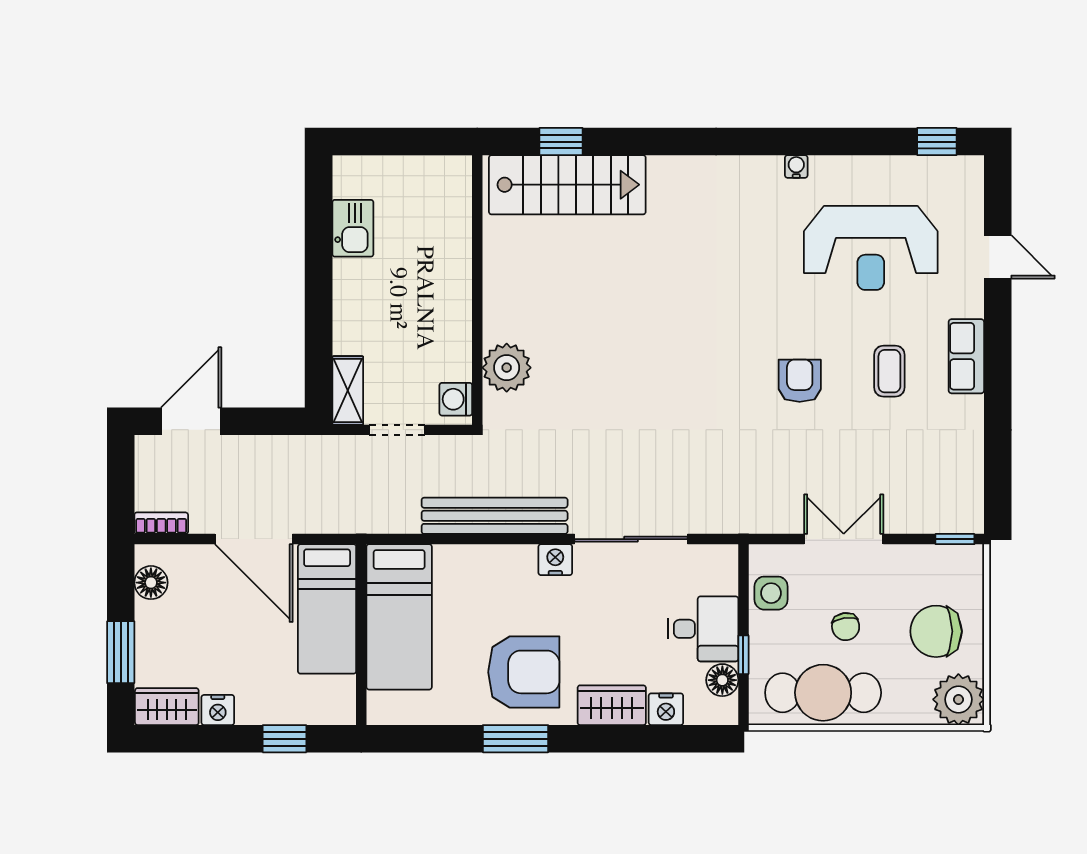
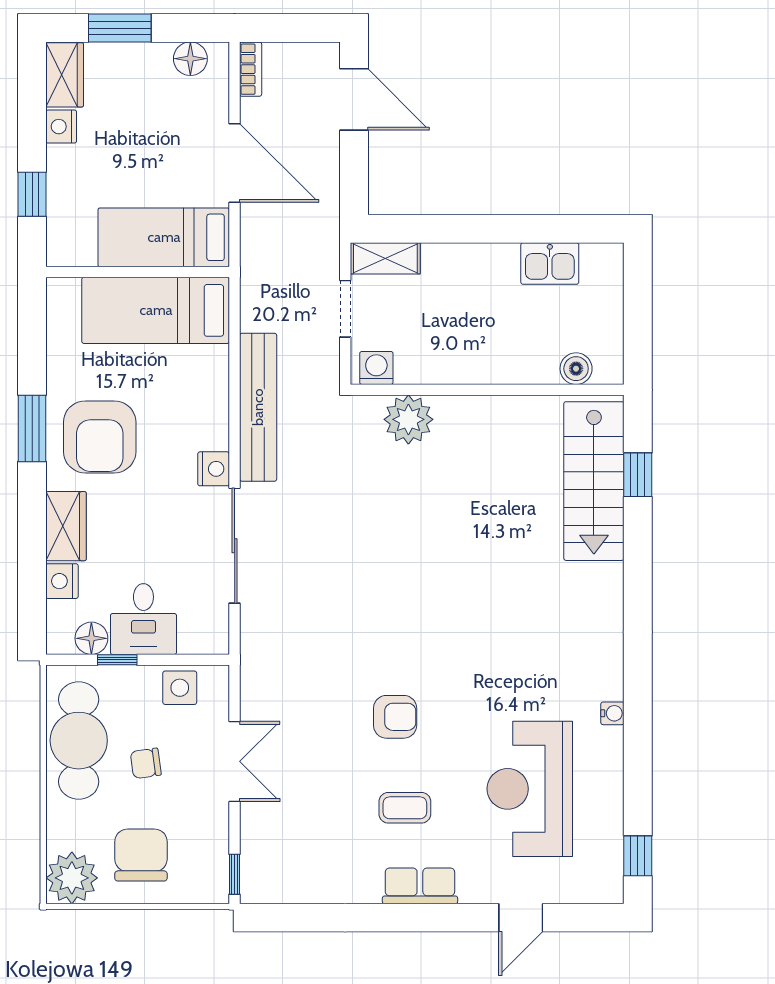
boiler: (456, 202) -> (576, 369), added
door: (254, 539) -> (235, 163), swing flipped

